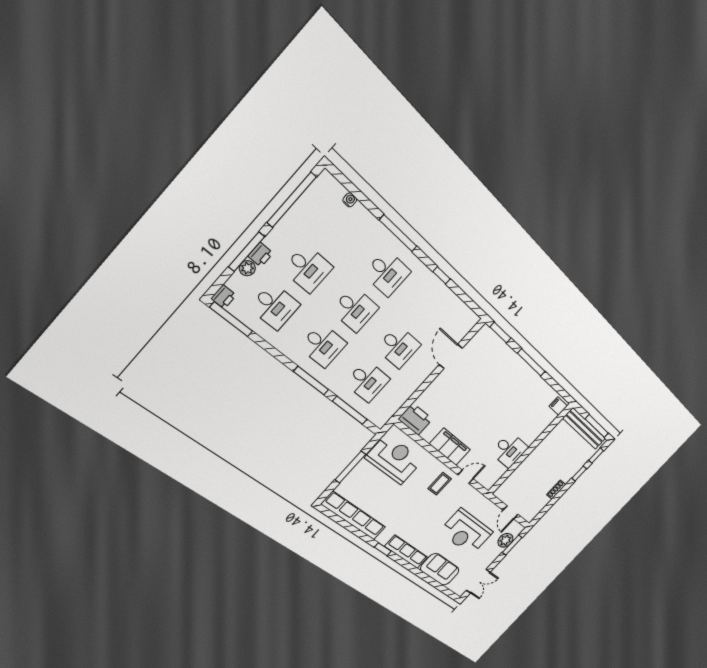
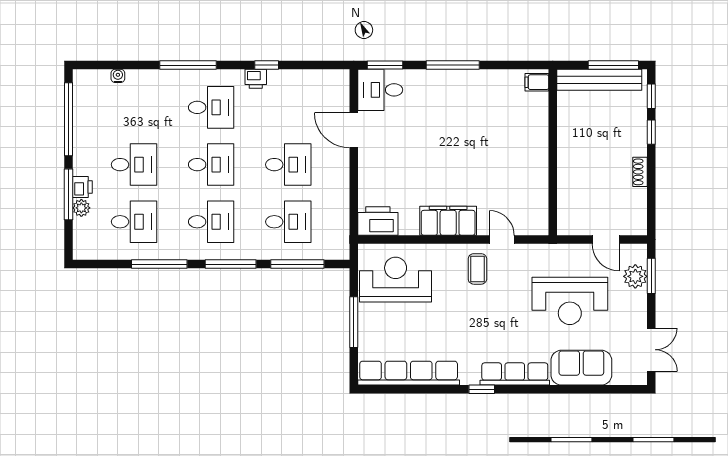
printer: (224, 297) -> (256, 79), moved, turned 90
window: (231, 319) -> (159, 264), moved
desk: (509, 450) -> (380, 90), moved, turned 180
door: (465, 477) -> (502, 239), hinge flipped

